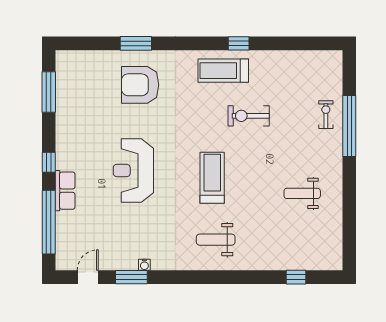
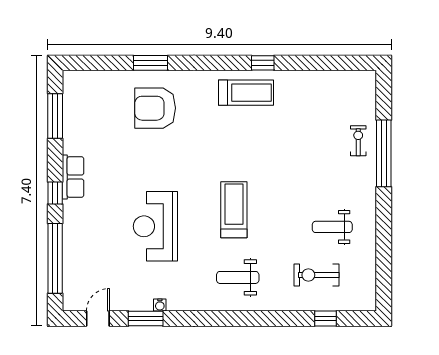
treadmill: (223, 71) -> (246, 93), turned 180
exercise bike: (249, 116) -> (316, 275), moved
reception desk: (133, 170) -> (155, 226), moved
row of seats: (65, 191) -> (73, 177), moved

